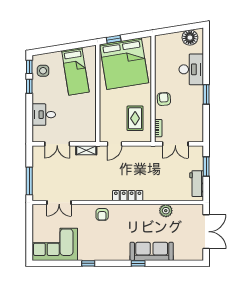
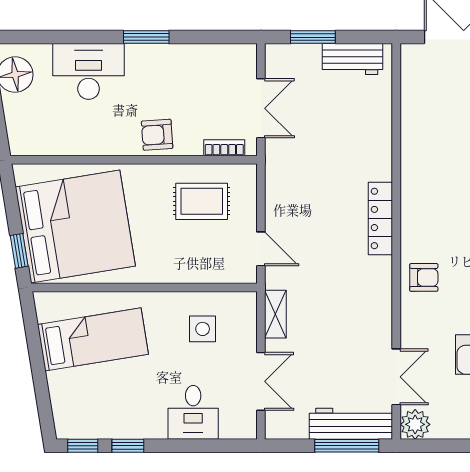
side table: (43, 71) -> (203, 329), moved
workbench: (39, 183) -> (351, 424), added
plant: (166, 211) -> (415, 424), moved

